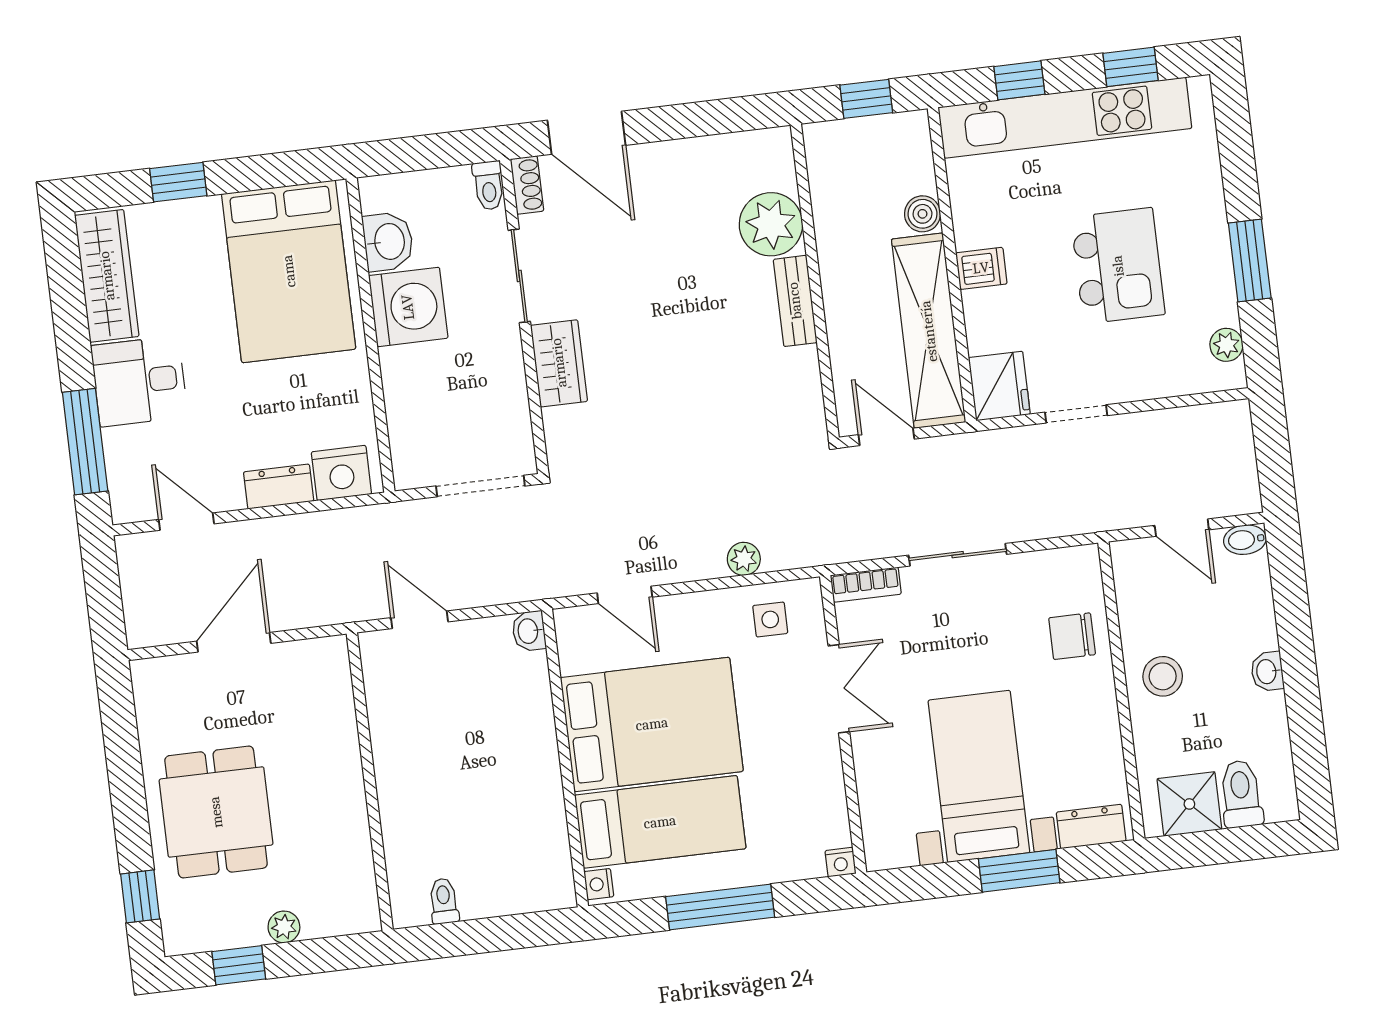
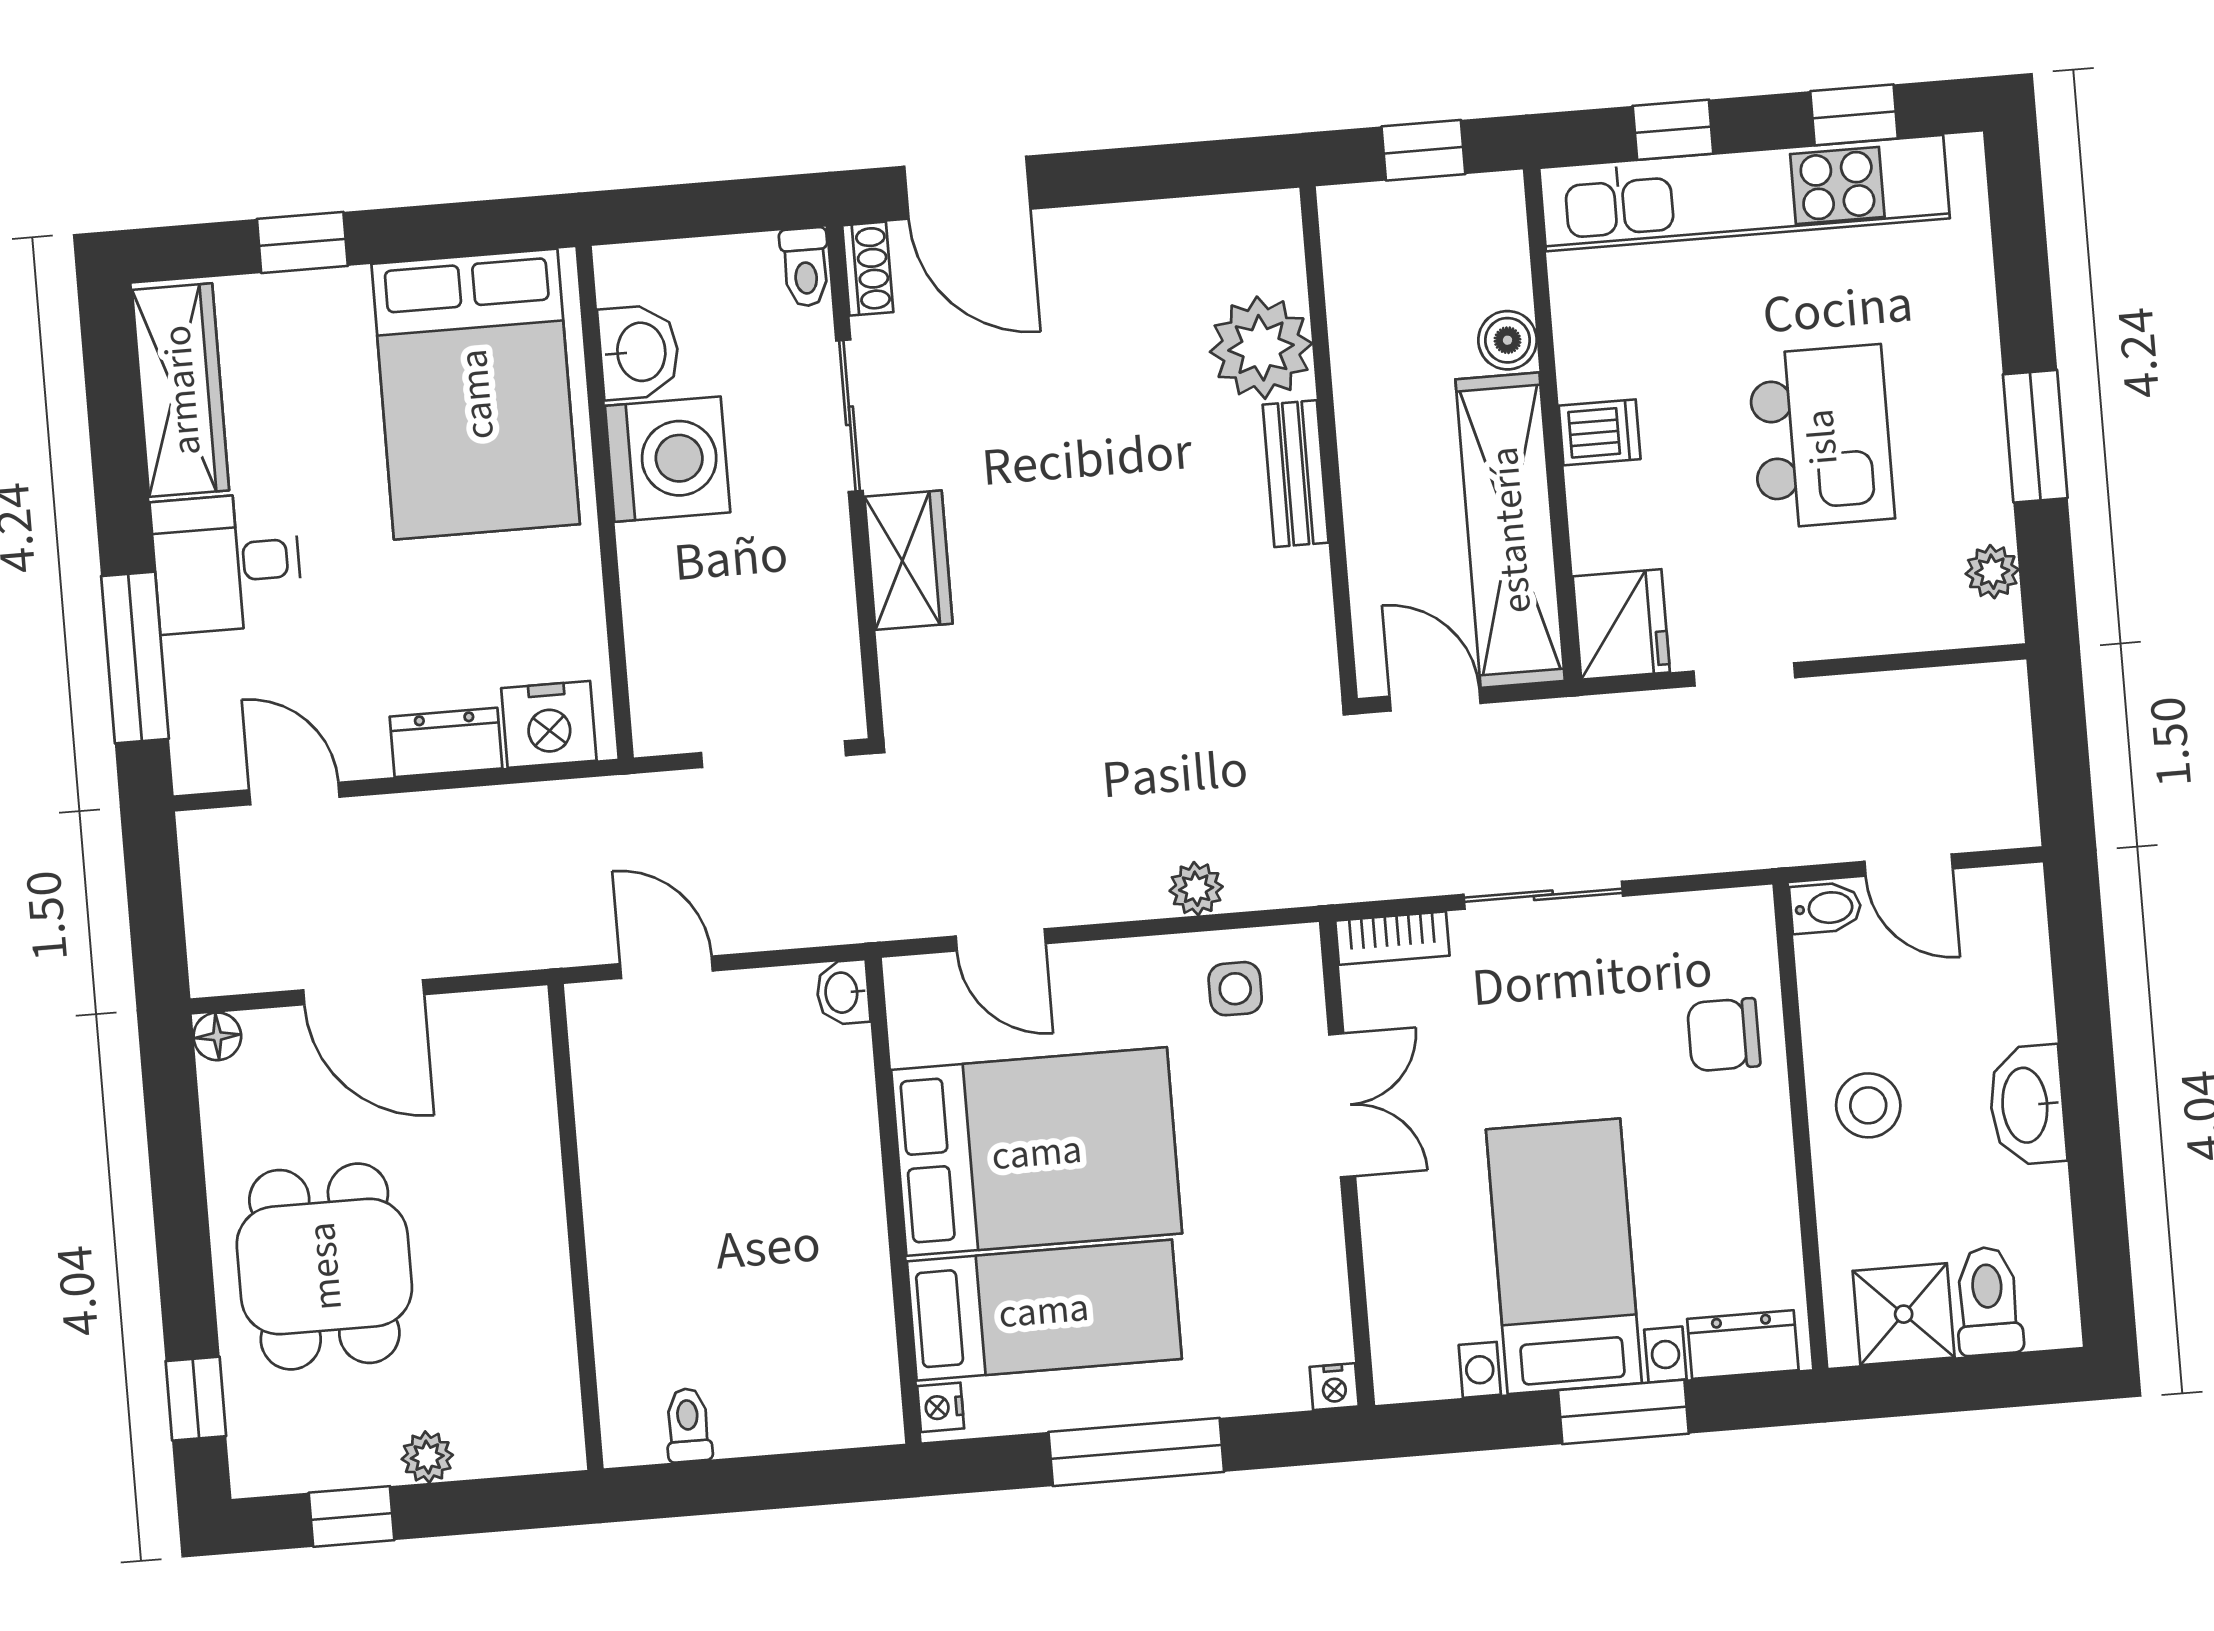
bidet: (1245, 540) -> (1826, 908), moved, turned 180
door: (234, 642) -> (364, 992), swing flipped
washbasin: (1267, 672) -> (2027, 1105), width x1.91, depth x1.45
floor lamp: (145, 673) -> (217, 1036), added

